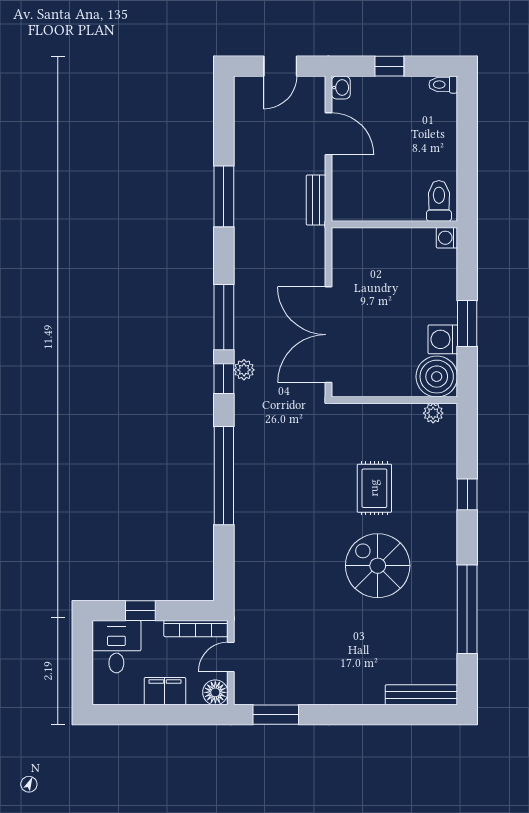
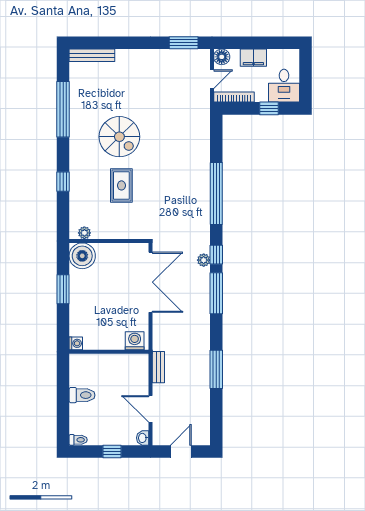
toilet: (439, 201) -> (82, 395), moved, turned -90
washing machine: (443, 339) -> (135, 341), moved, turned -90

